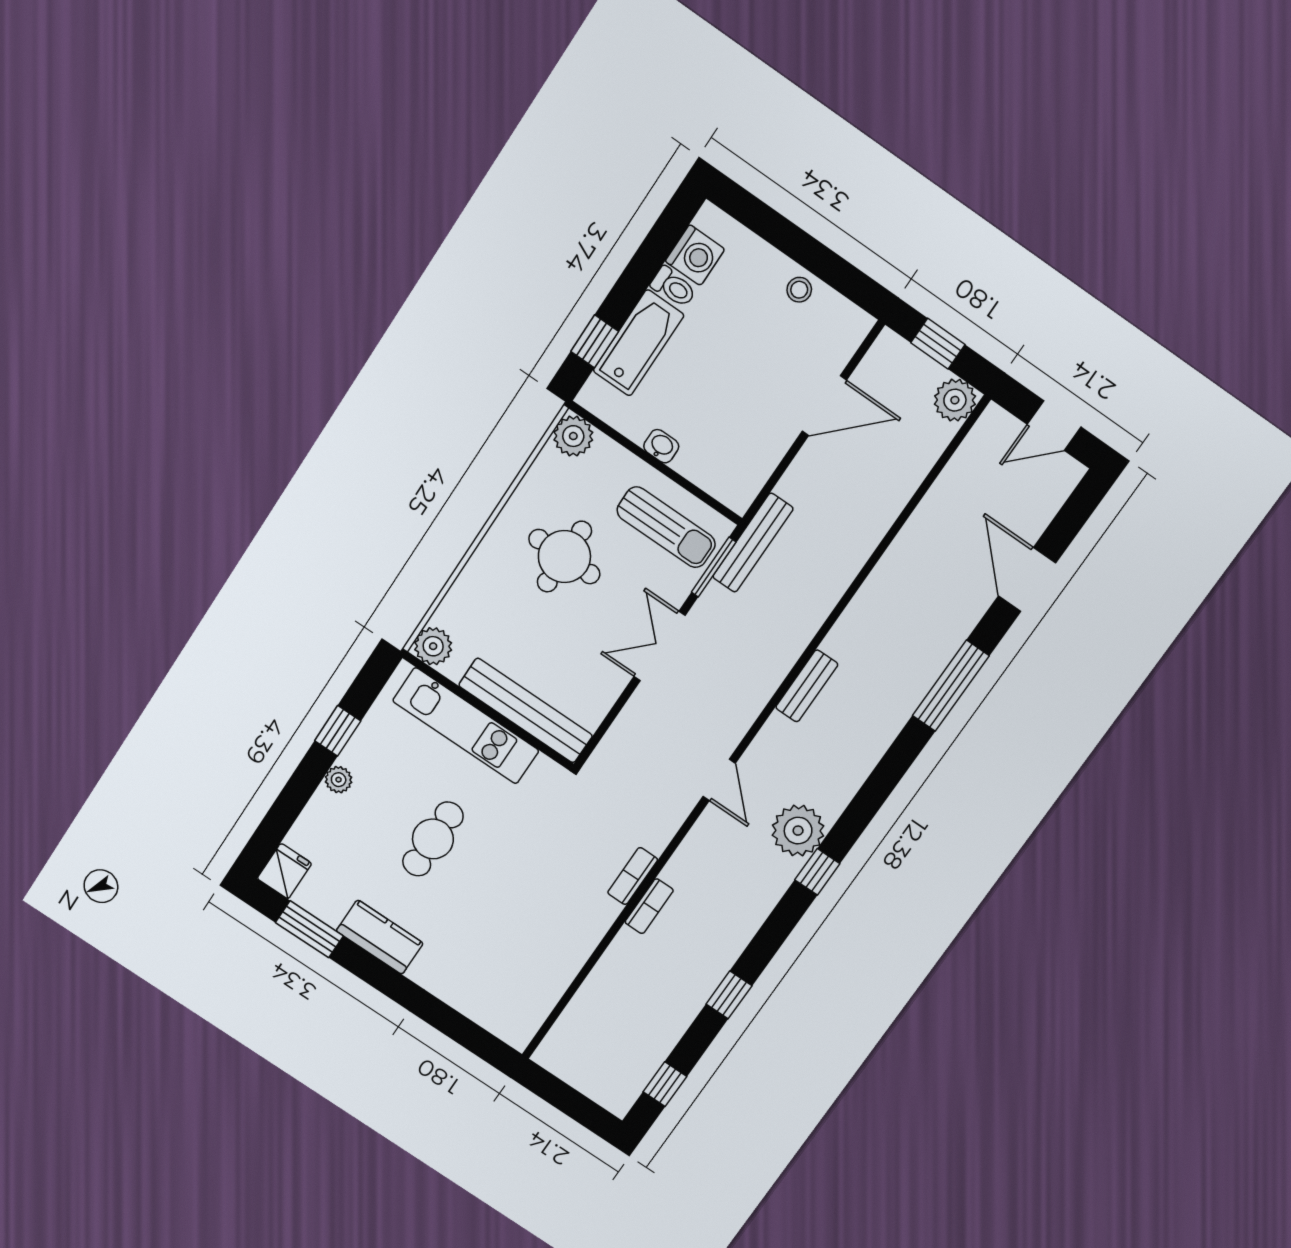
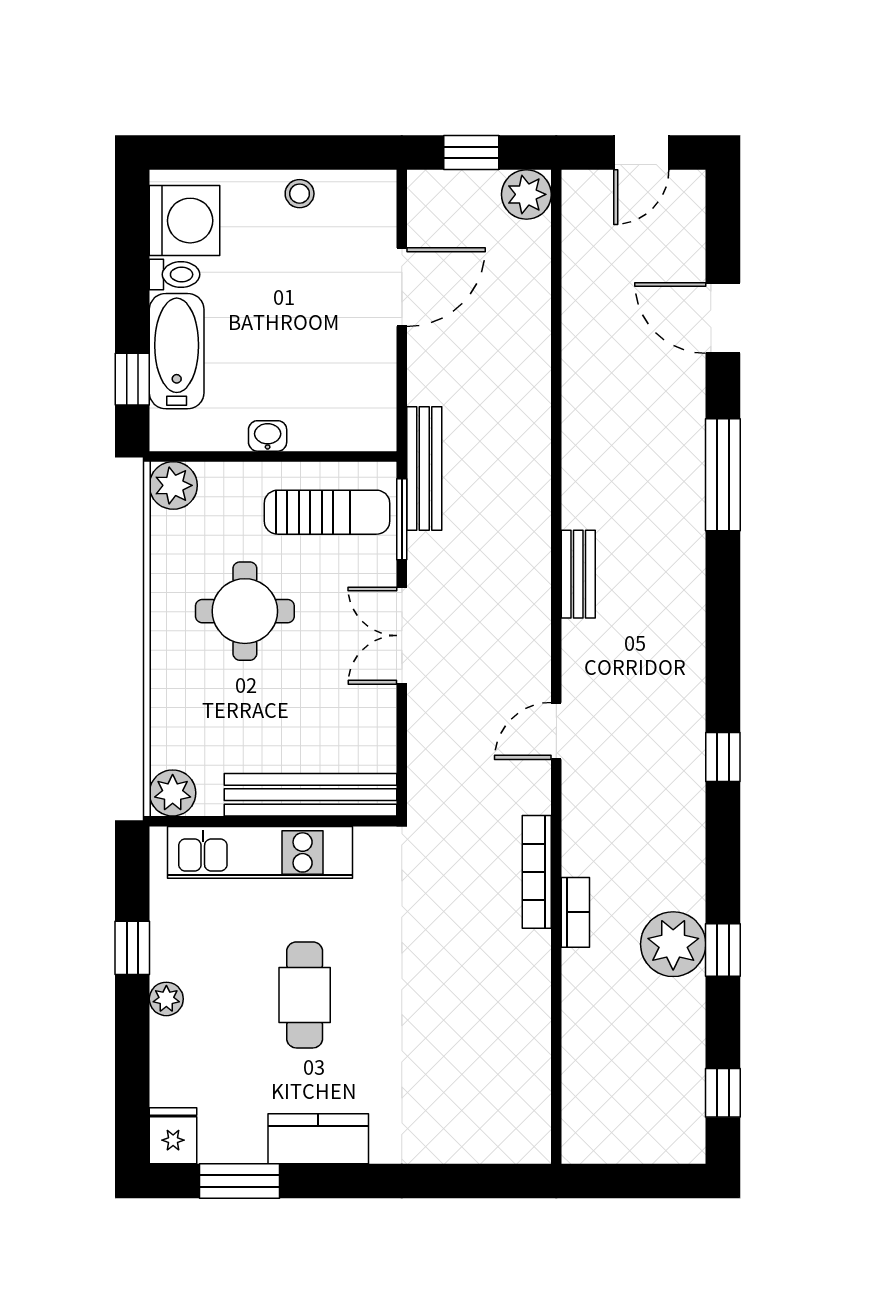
washing machine: (695, 255) -> (185, 221), width x1.37, depth x1.37
door: (719, 780) -> (556, 731), swing flipped
plant: (798, 831) -> (673, 944), moved
bookcase: (633, 876) -> (537, 872), width x1.56

